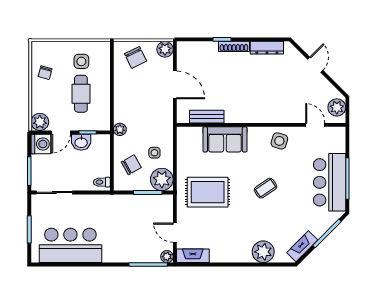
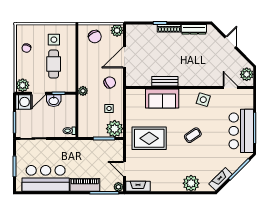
door: (175, 85) -> (124, 57), swing flipped
bench: (207, 117) -> (165, 81), moved
chair: (131, 165) -> (110, 82), moved
piano: (122, 254) -> (85, 185), added

